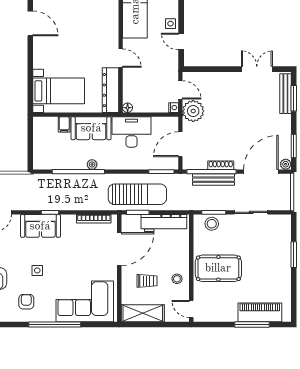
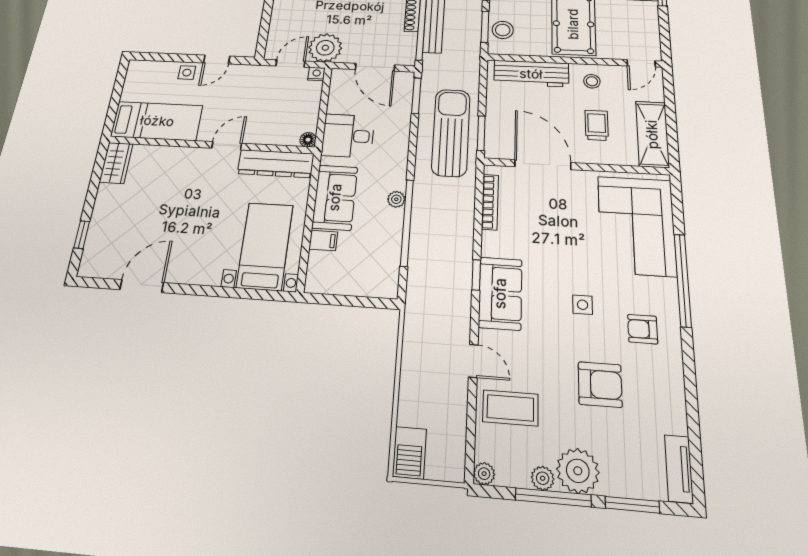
desk: (132, 132) -> (348, 136), width x0.73
workbench: (164, 223) -> (531, 74), moved, turned 90

